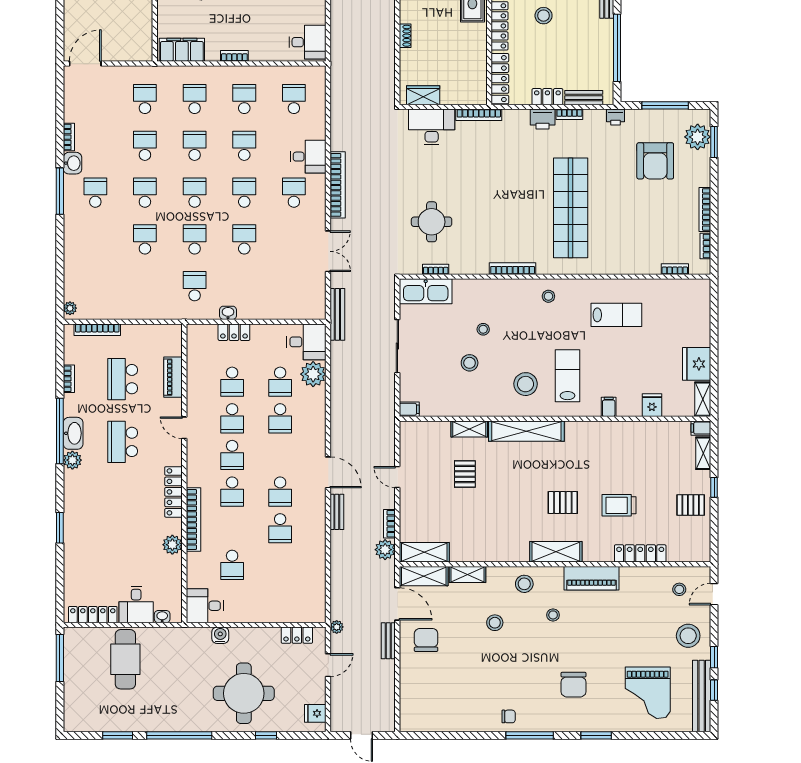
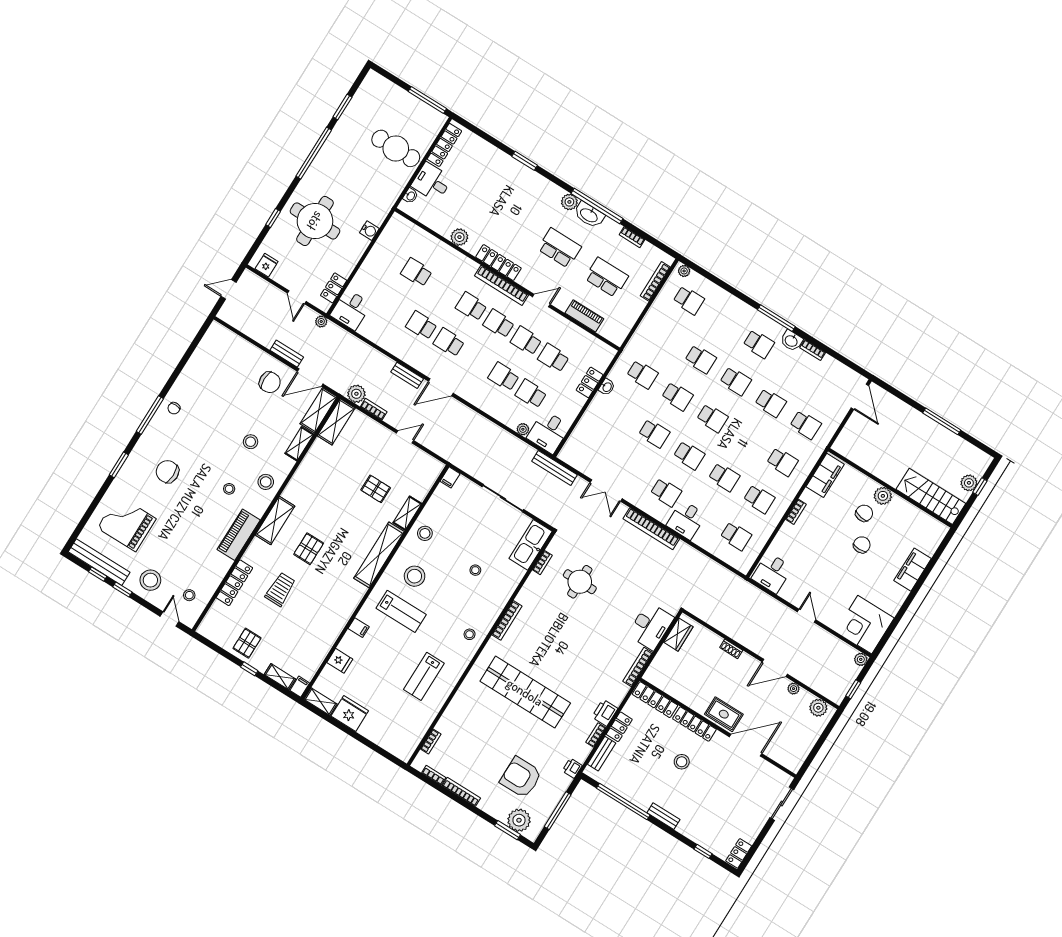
school desk: (195, 146) -> (689, 300), moved
stool: (470, 363) -> (425, 533), moved
plant: (313, 374) -> (523, 429), width x0.53, depth x0.53
bookcase: (193, 519) -> (502, 285), moved
desk: (205, 606) -> (351, 310), moved, turned 180

